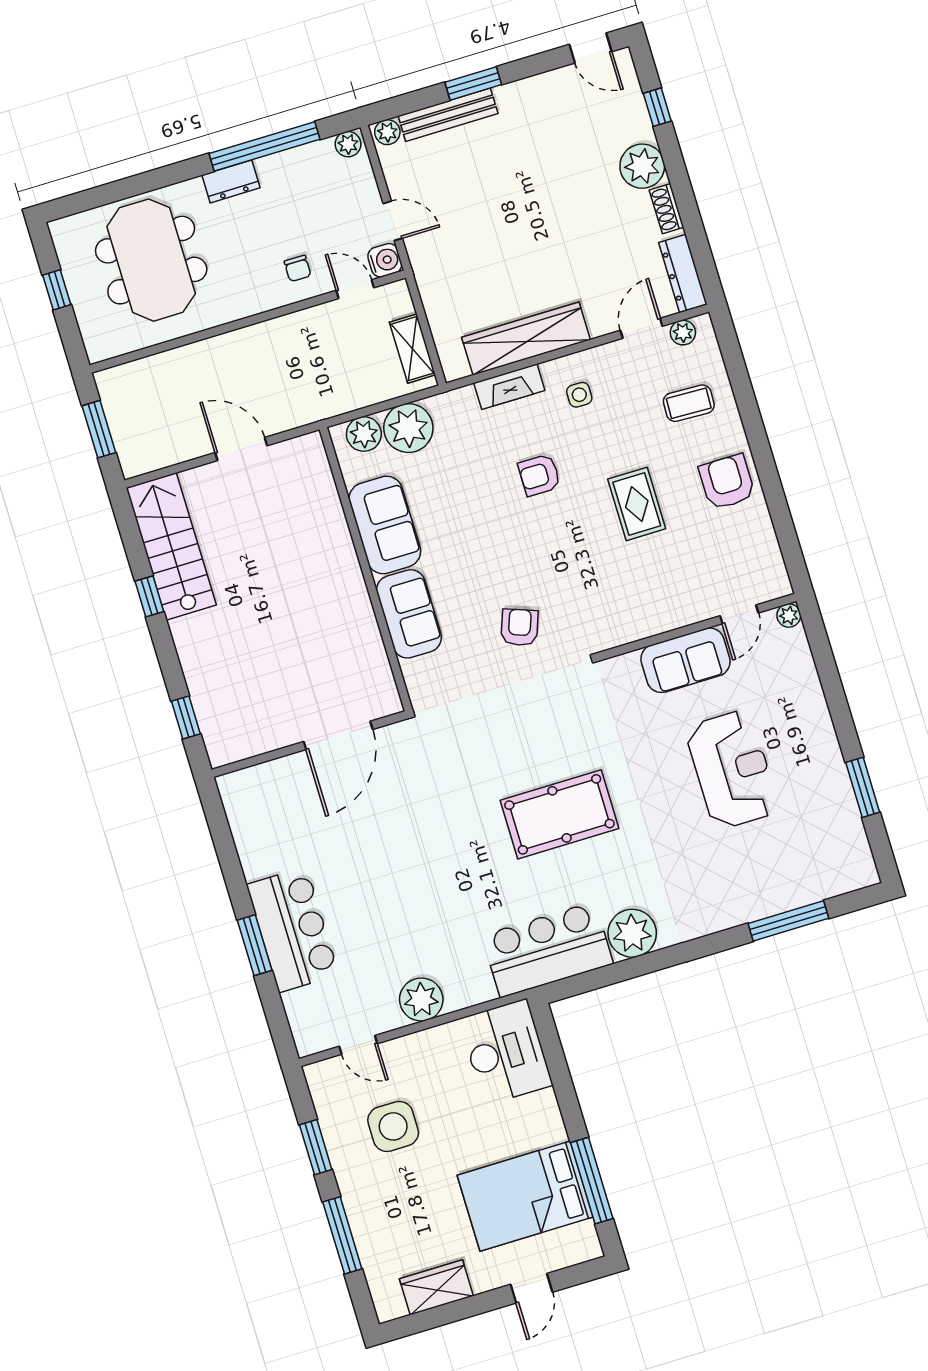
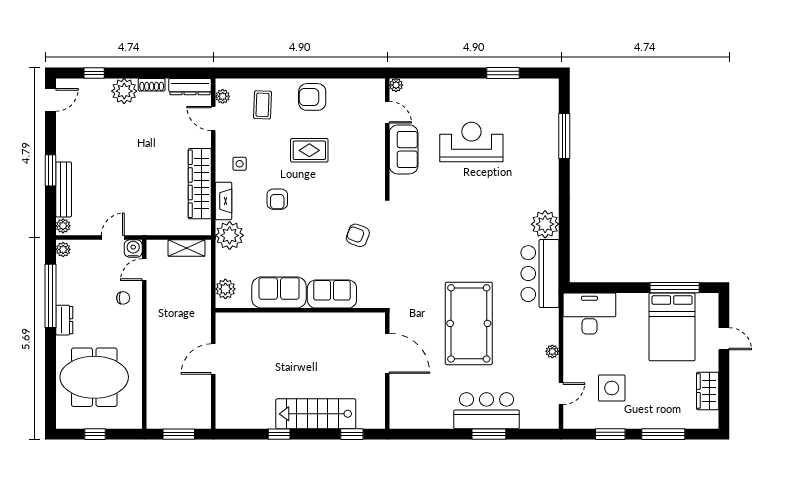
plant: (408, 428) -> (230, 235), moved
stairs: (171, 546) -> (316, 414), moved
pool table: (559, 814) -> (469, 323), moved, width x1.36, depth x1.32
plant: (421, 1000) -> (552, 351), width x0.53, depth x0.53

